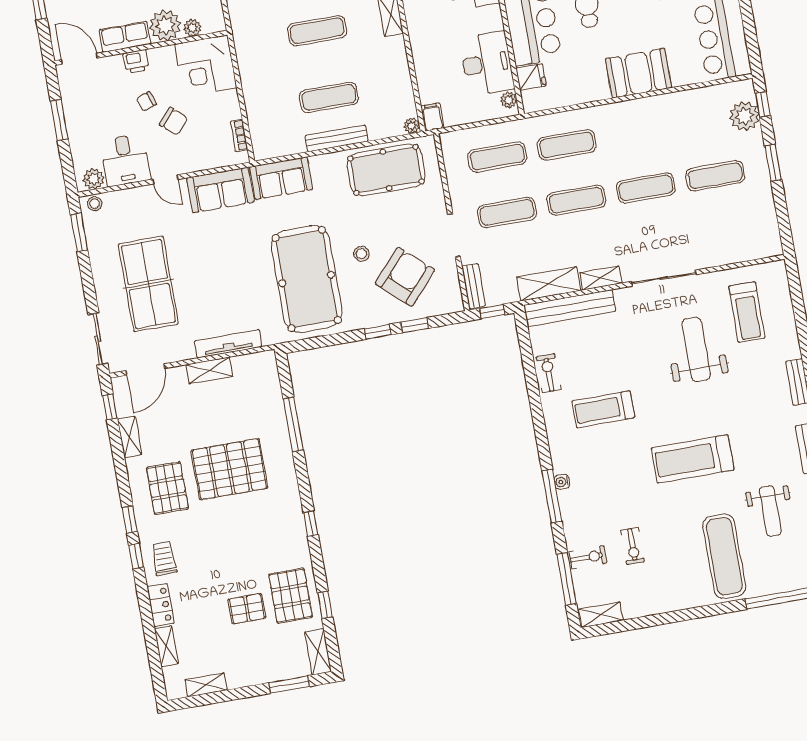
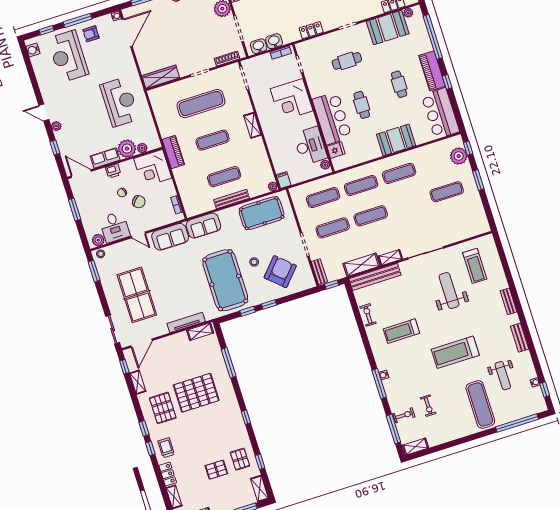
piano: (246, 42) -> (173, 152), added
exercise mat: (646, 188) -> (399, 173), moved
window: (415, 325) -> (248, 311), moved
shelving: (209, 370) -> (200, 332), moved
pallet: (291, 596) -> (240, 459), width x0.67, depth x0.71

